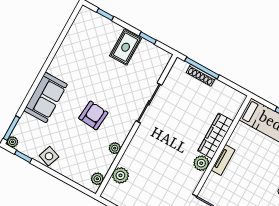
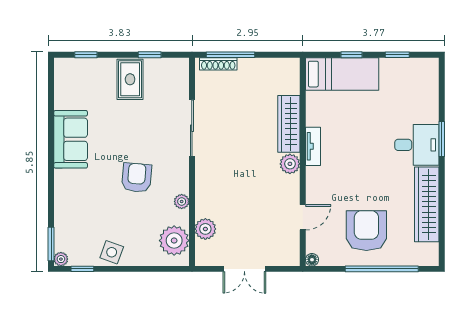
shoe rack: (201, 75) -> (218, 64), moved
sofa: (46, 97) -> (71, 139), moved
plant: (97, 179) -> (174, 241), width x1.88, depth x1.88

